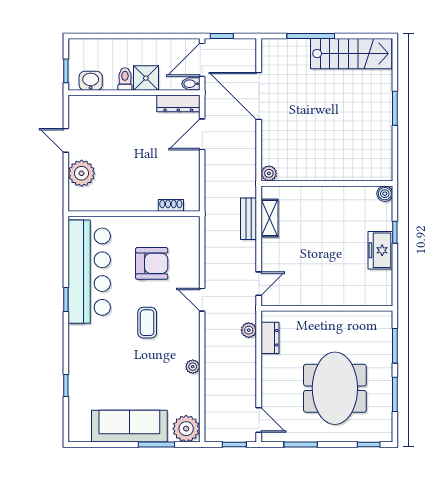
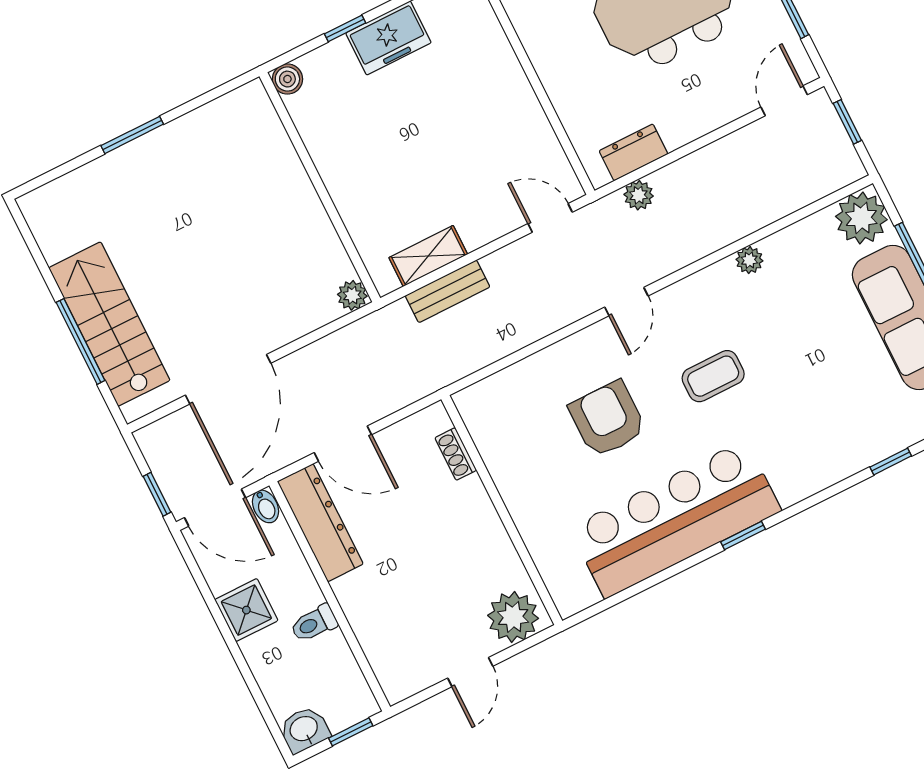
stairs: (351, 54) -> (109, 324), moved
shower: (146, 78) -> (246, 610), moved
washbasin: (91, 81) -> (304, 730), moved, turned 90
dresser: (178, 103) -> (320, 523), width x1.37, depth x1.24
shoe rack: (171, 205) -> (456, 454), moved
wall: (134, 214) -> (502, 510), moved

